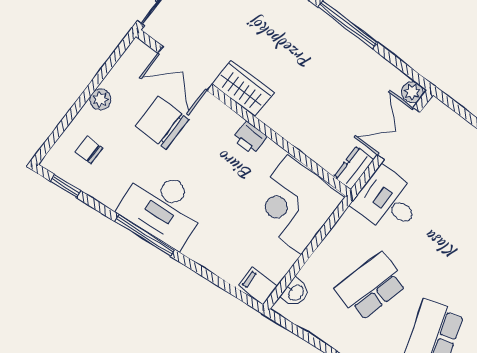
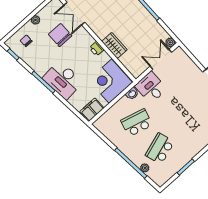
wardrobe: (243, 88) -> (114, 45), moved
dresser: (354, 168) -> (139, 70), removed
desk: (163, 207) -> (63, 80), moved
filing cabinet: (258, 286) -> (92, 110), width x2.00
washbasin: (295, 292) -> (132, 94), moved

